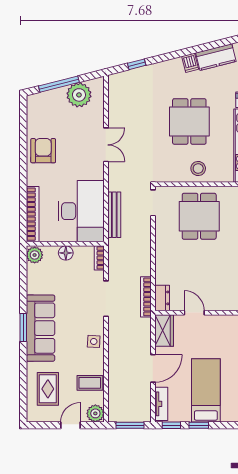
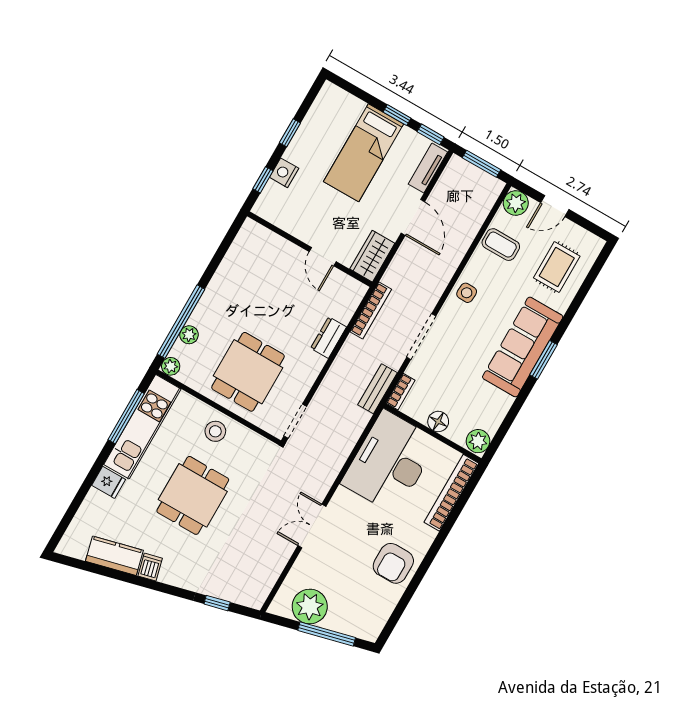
bench: (114, 215) -> (377, 389), moved, width x0.73
dresser: (162, 298) -> (329, 338), moved
door: (153, 368) -> (413, 217), swing flipped

